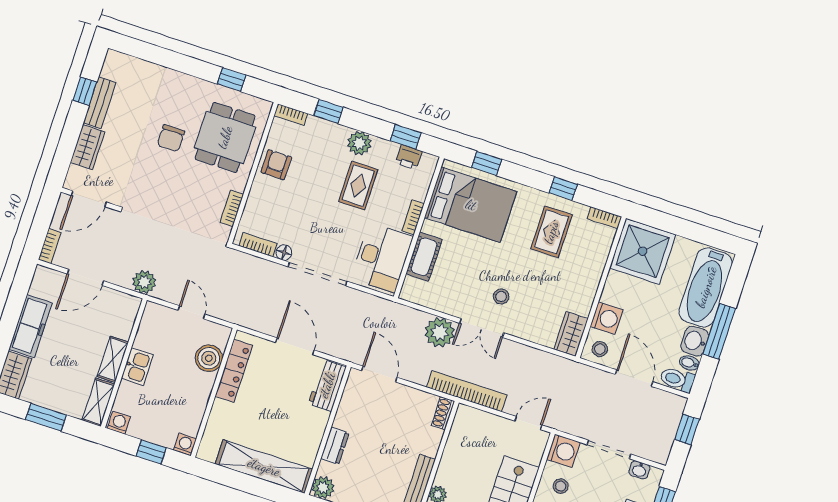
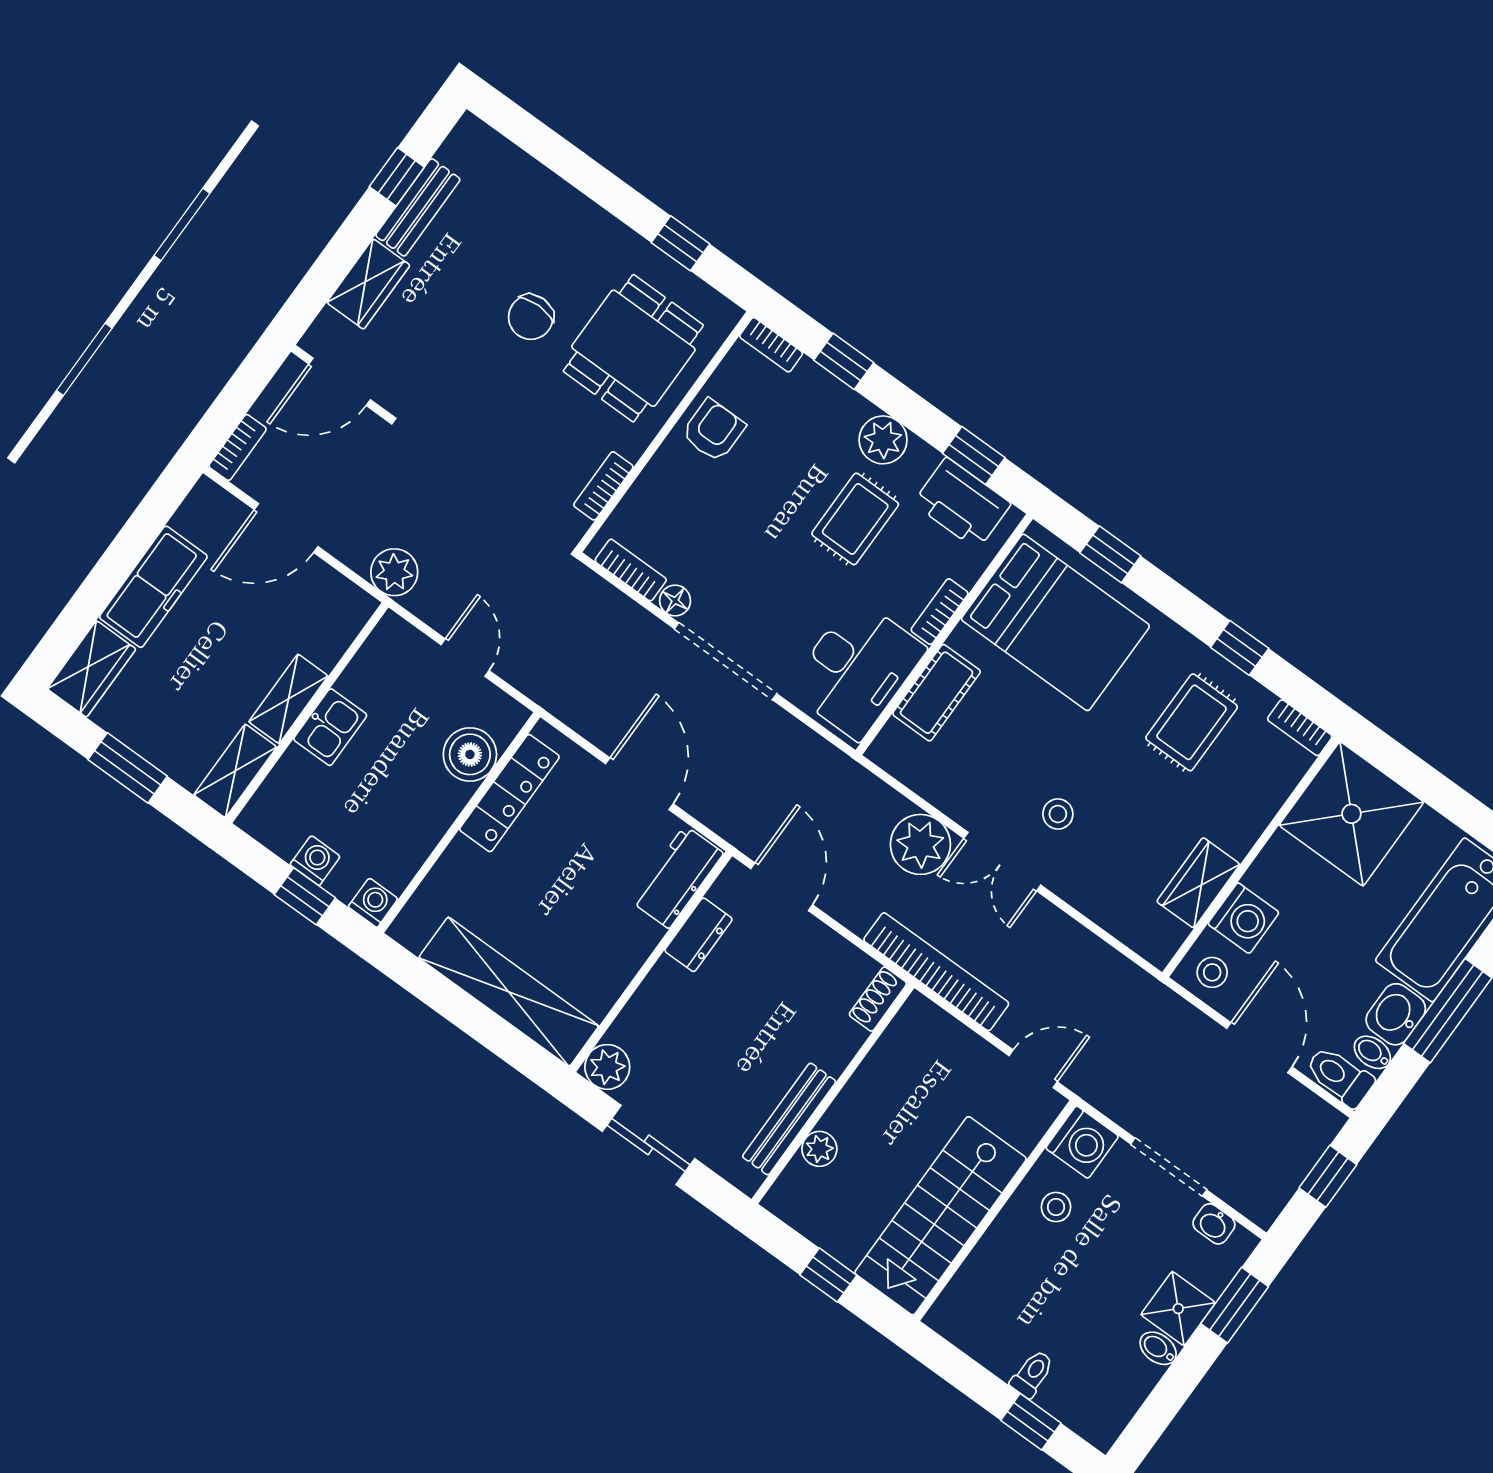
printer: (409, 157) -> (962, 504), width x1.87, depth x1.48
wardrobe: (571, 334) -> (1198, 883), moved
washing machine: (119, 423) -> (315, 860), moved
dresser: (335, 446) -> (699, 935), moved

